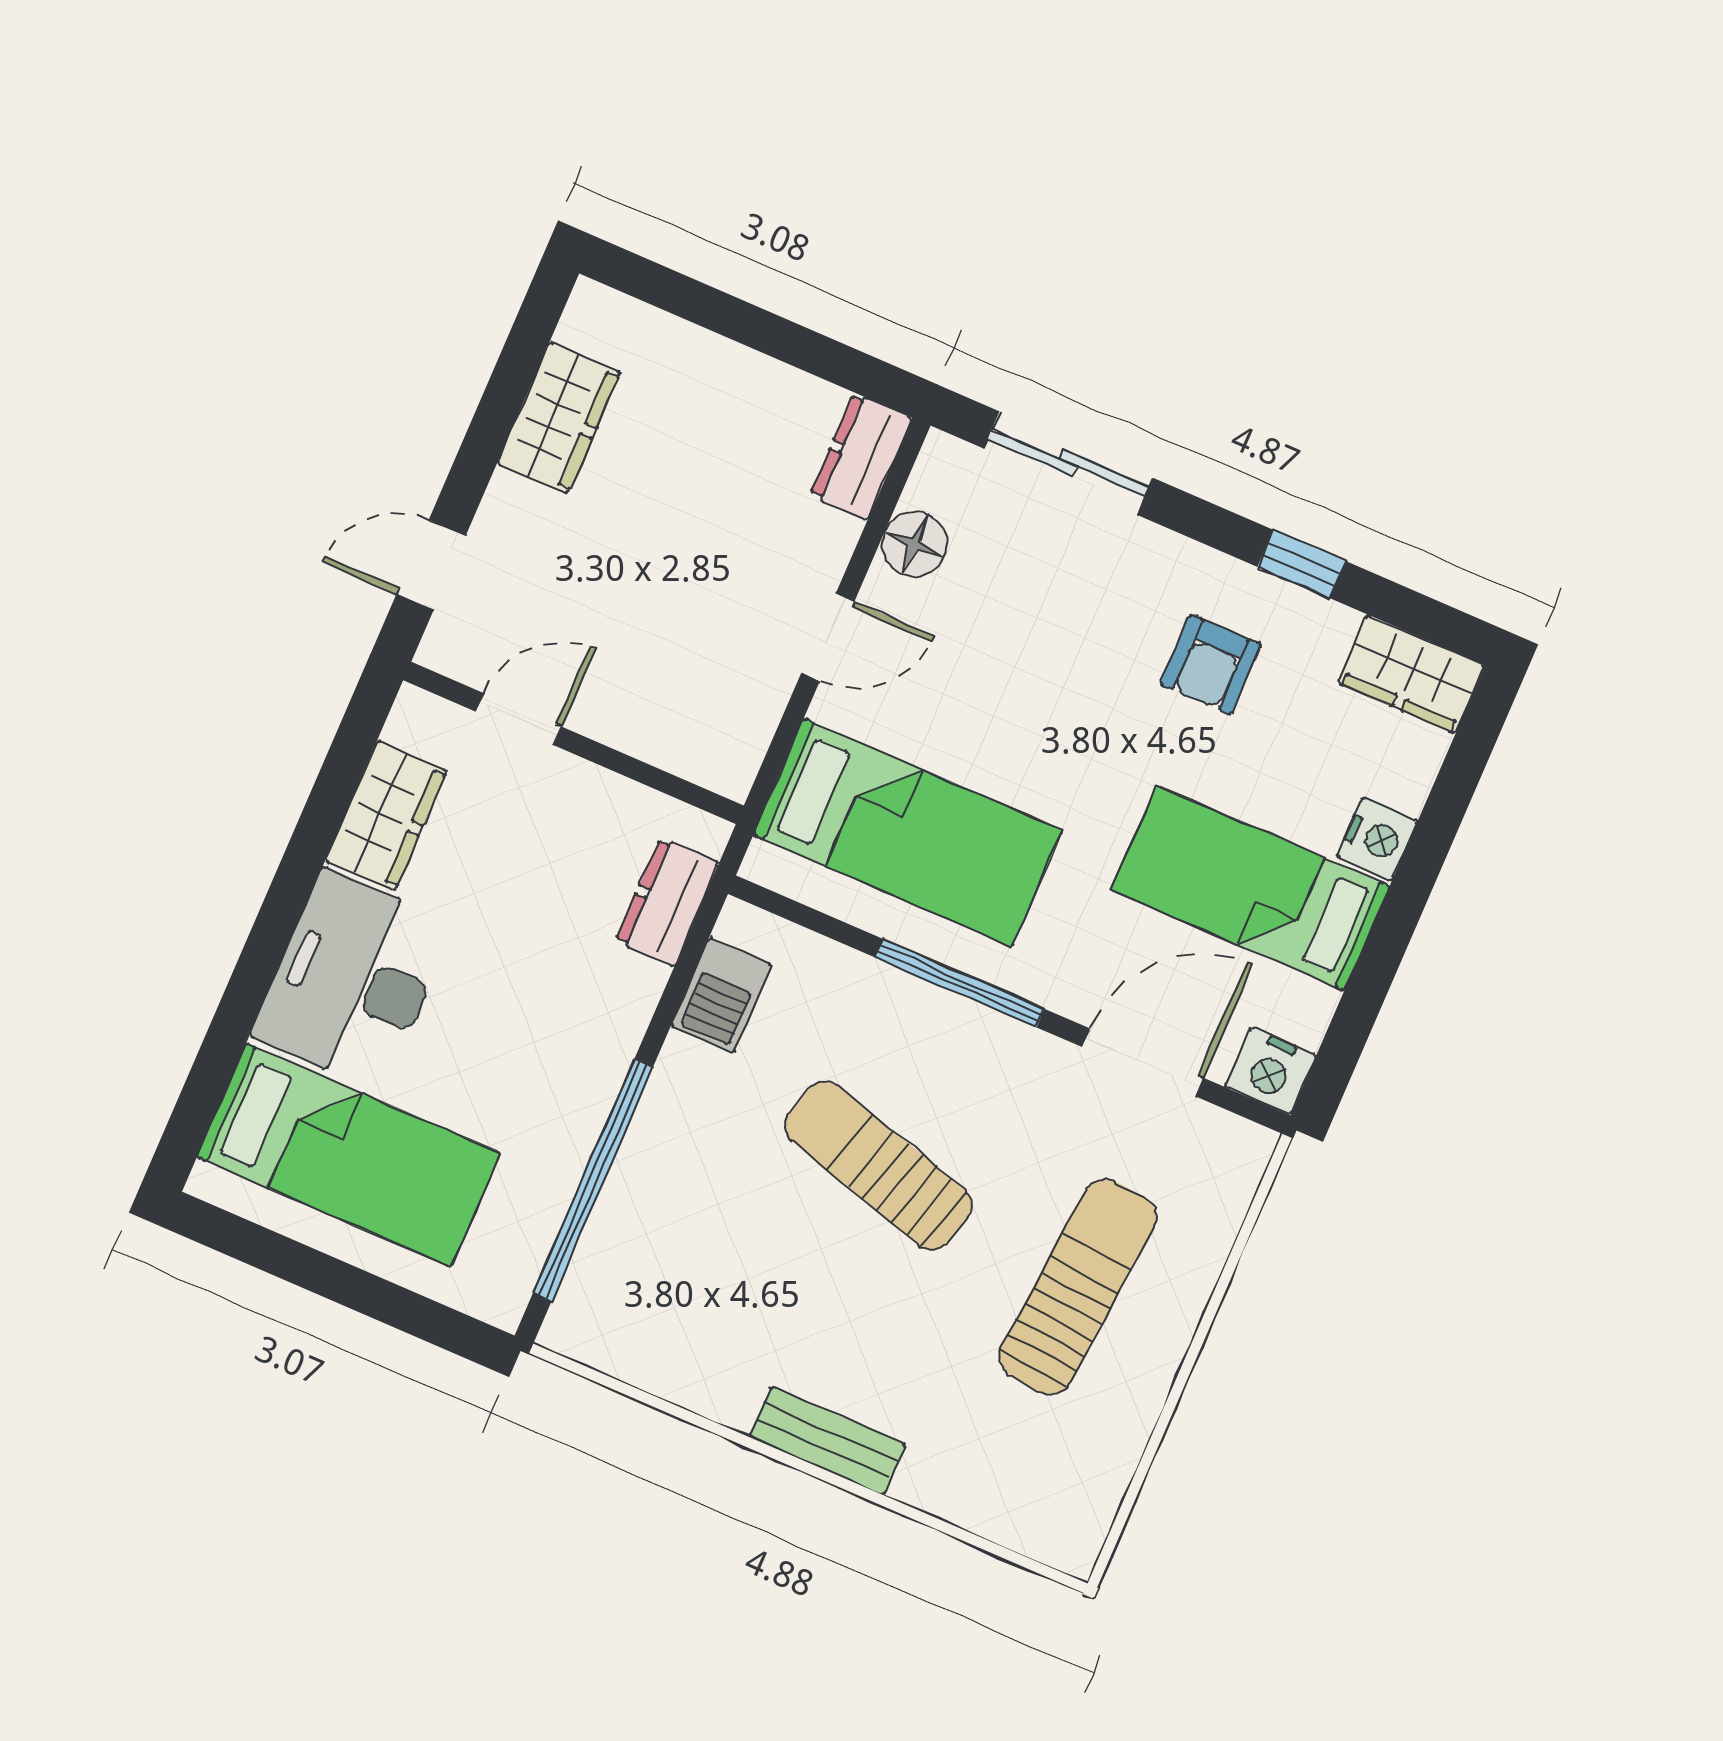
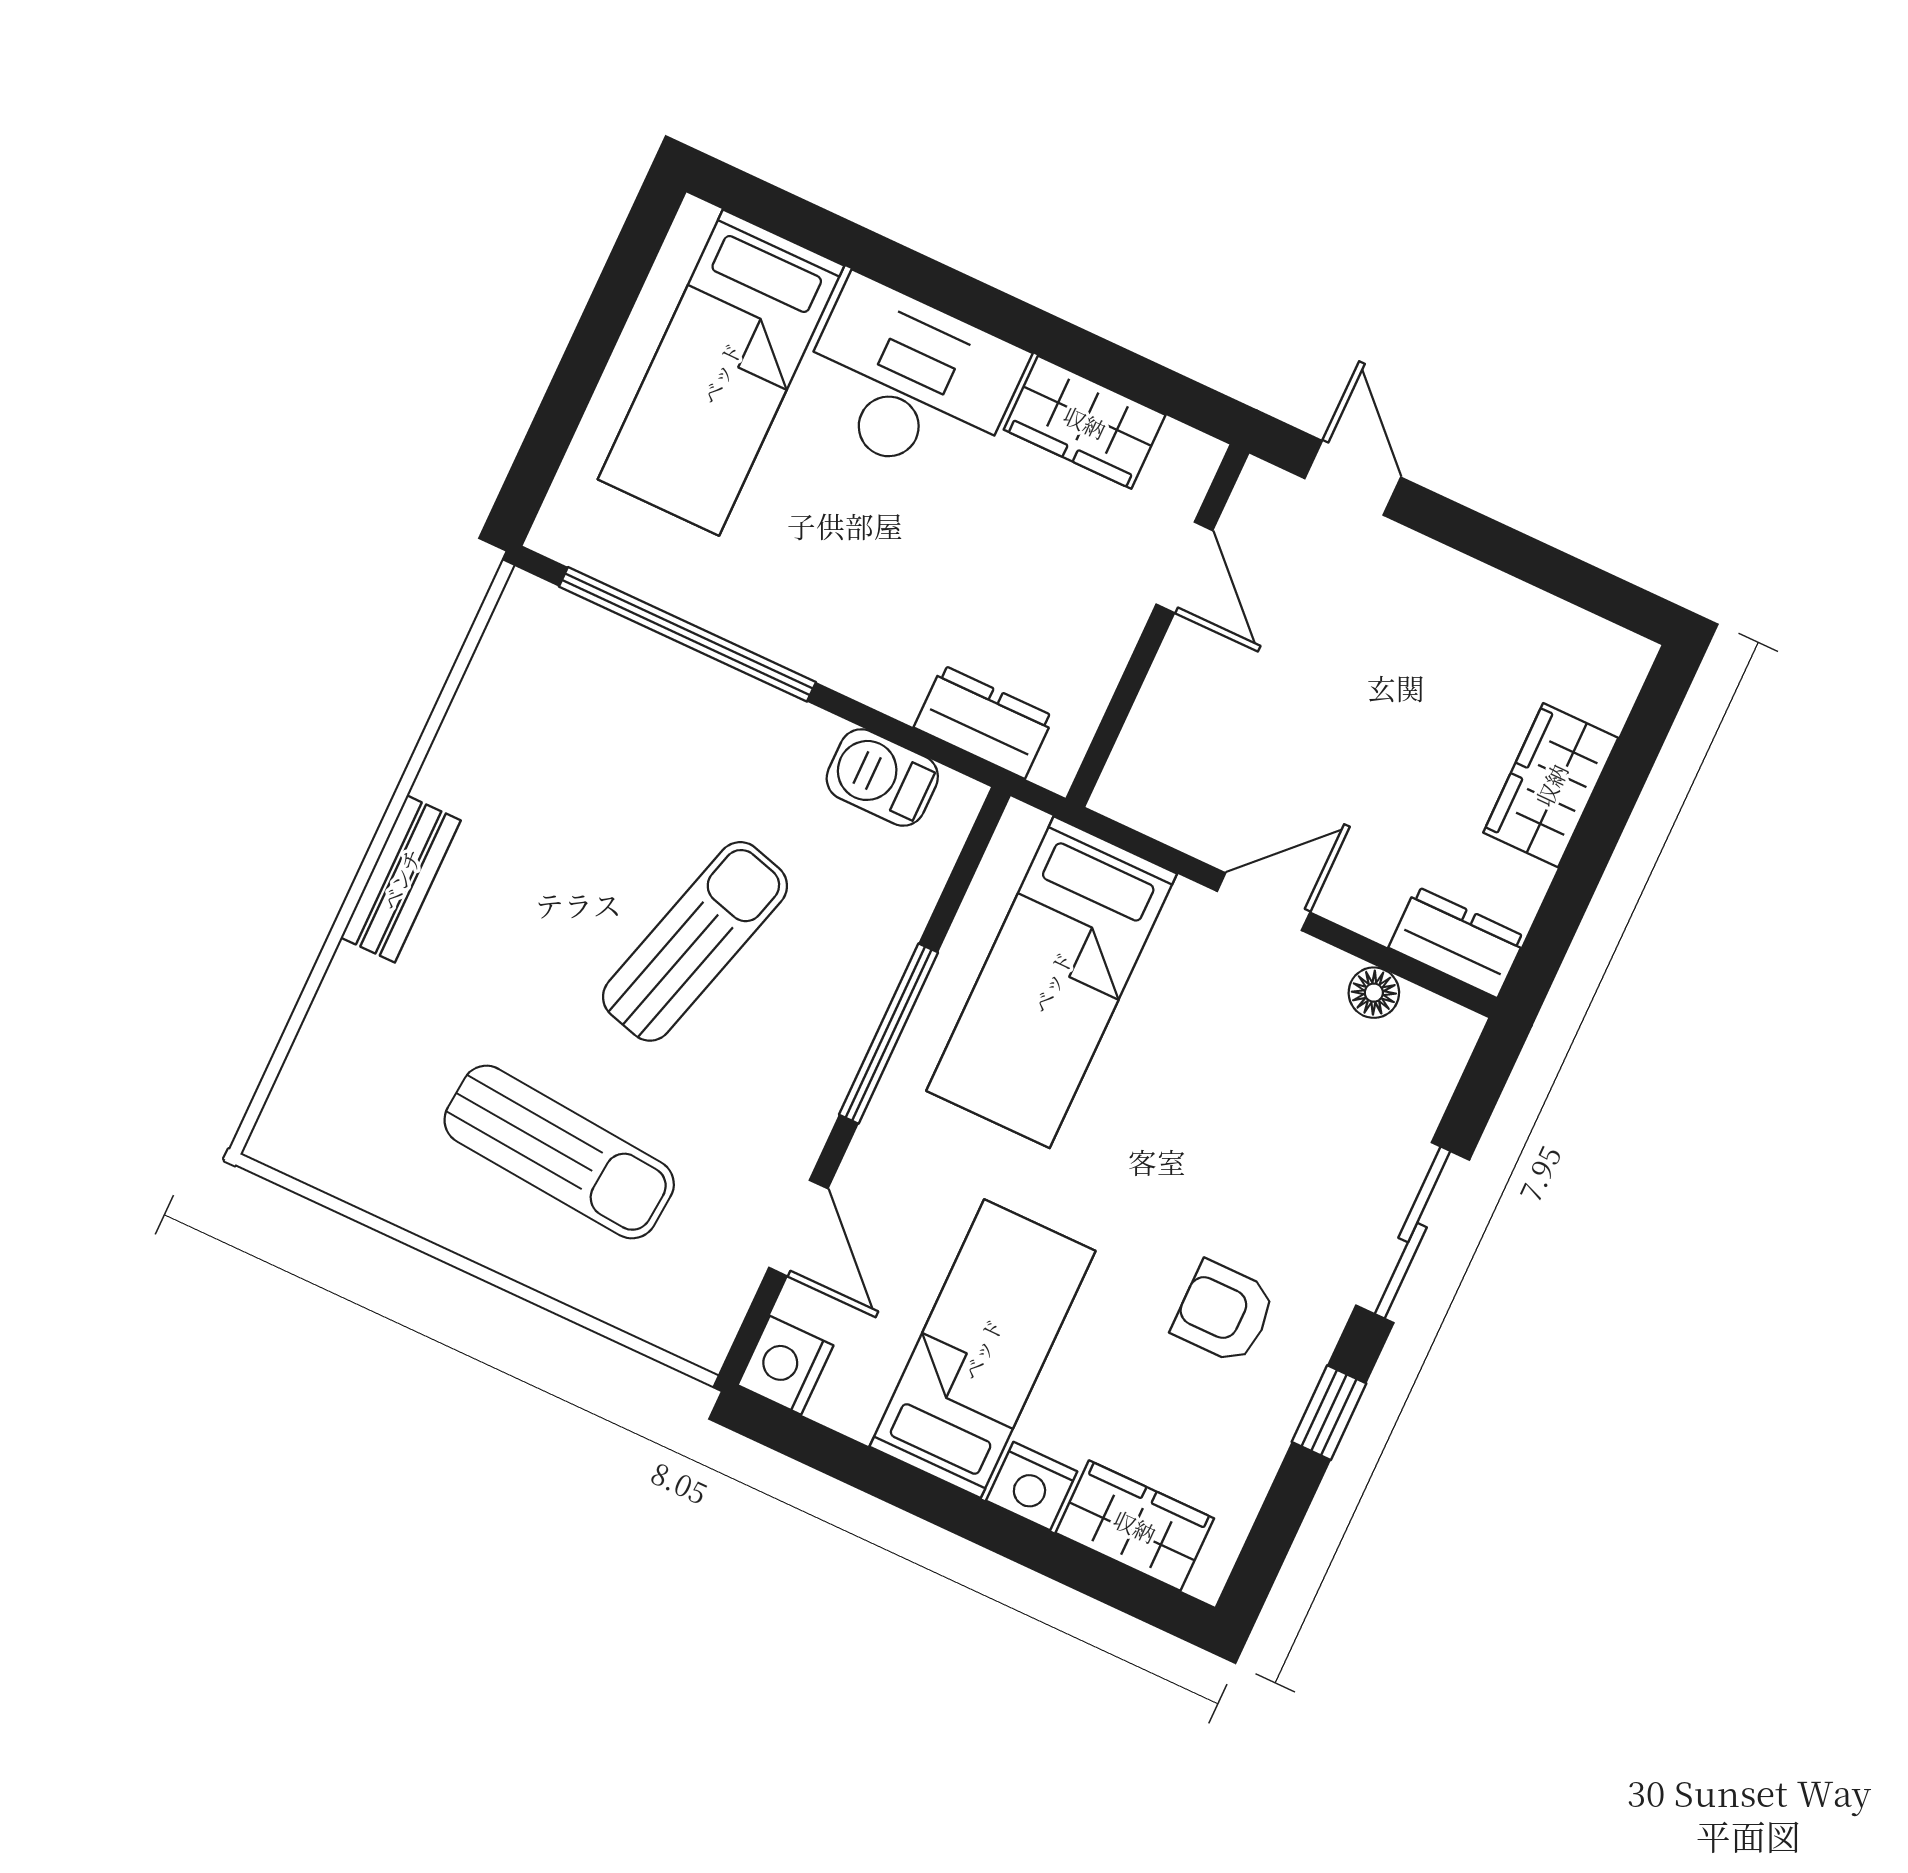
wardrobe: (559, 418) -> (1551, 785), moved, turned 90
sliding door: (1068, 463) -> (1413, 1233), moved
floor lamp: (914, 544) -> (1374, 993), width x0.73, depth x0.73
door: (828, 637) -> (1264, 902), swing flipped
wardrobe: (1411, 674) -> (1135, 1526), moved, turned 90
door: (1143, 1062) -> (798, 1228), width x0.73

